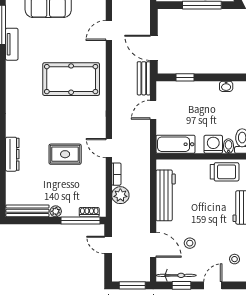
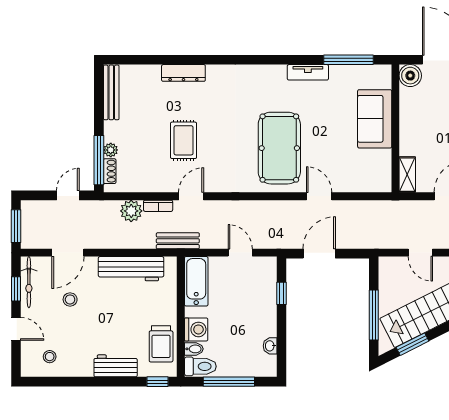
door: (109, 30) -> (319, 196), moved
tv unit: (12, 44) -> (308, 72), moved
bench: (144, 78) -> (178, 241), moved
plant: (56, 211) -> (111, 150), moved

